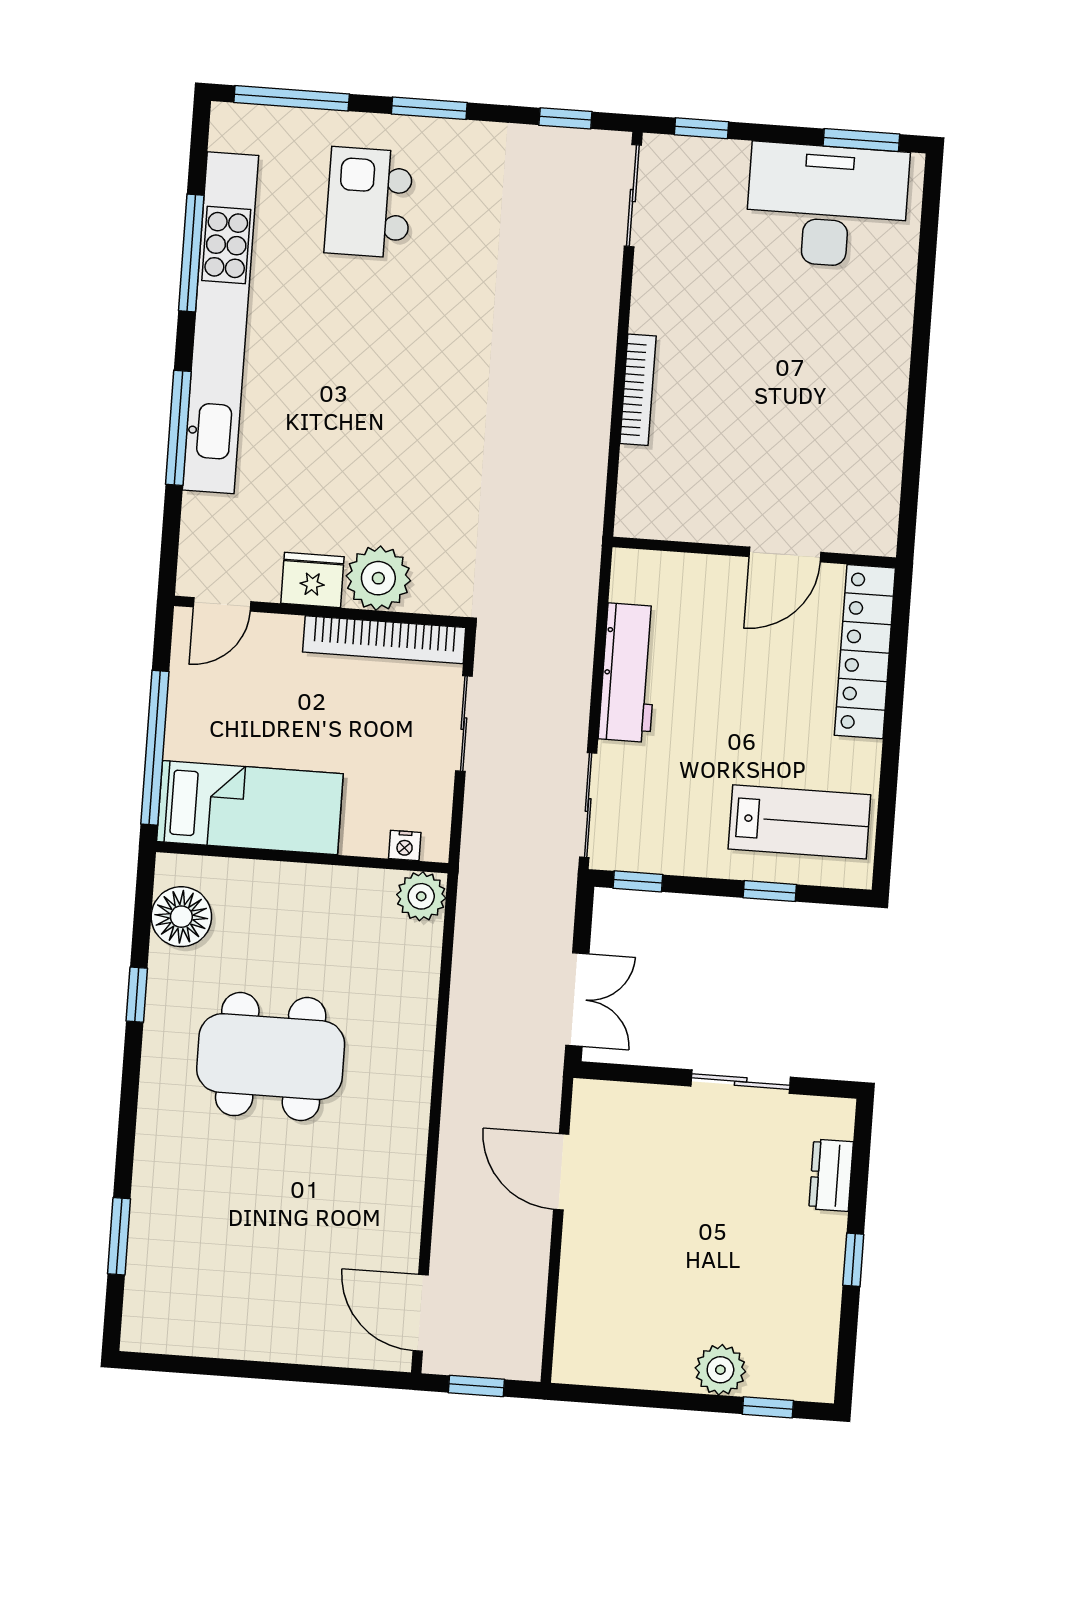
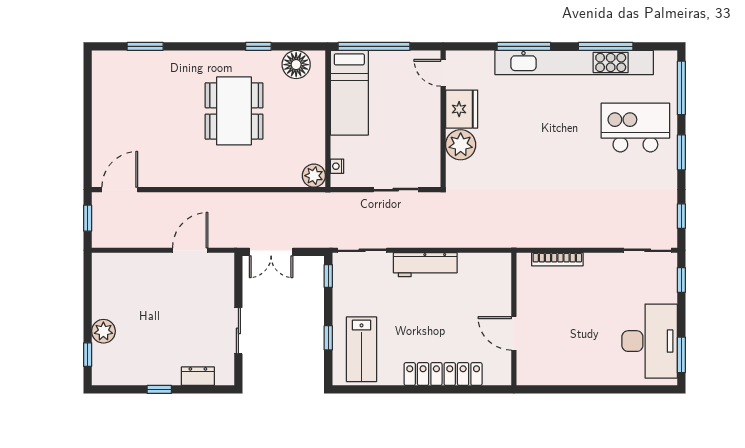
kitchen island: (369, 202) -> (635, 127), width x1.37, depth x1.28
wall: (754, 552) -> (514, 319), moved
door: (785, 555) -> (514, 333), moved
fridge: (312, 580) -> (462, 109), width x1.36, depth x1.34
bookcase: (384, 640) -> (432, 150), removed

